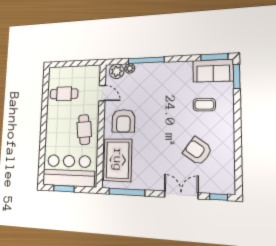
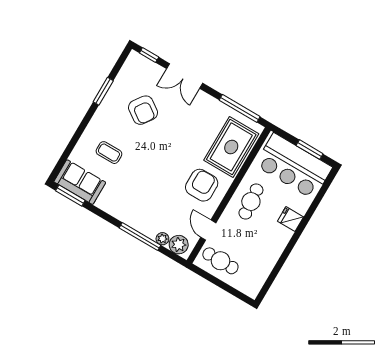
window: (237, 76) -> (103, 91), moved
cafe table: (64, 94) -> (220, 261), moved
fridge: (53, 133) -> (290, 219), added

